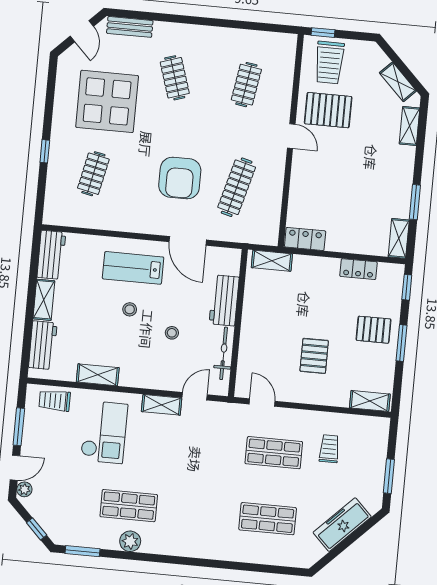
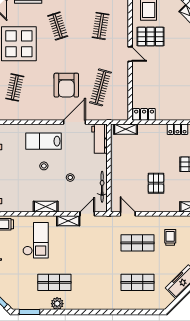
door: (188, 241) -> (75, 122), swing flipped
workbench: (224, 300) -> (99, 139), moved
shelving: (98, 375) -> (46, 207), moved

